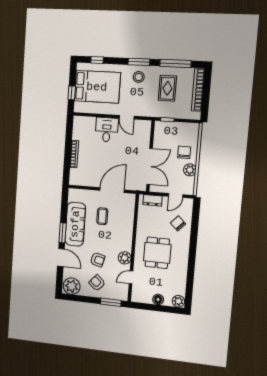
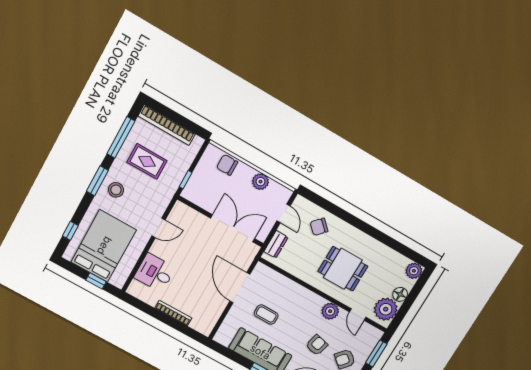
desk: (107, 130) -> (155, 273), moved
chair: (184, 152) -> (227, 165), moved
plant: (144, 295) -> (386, 309), added

